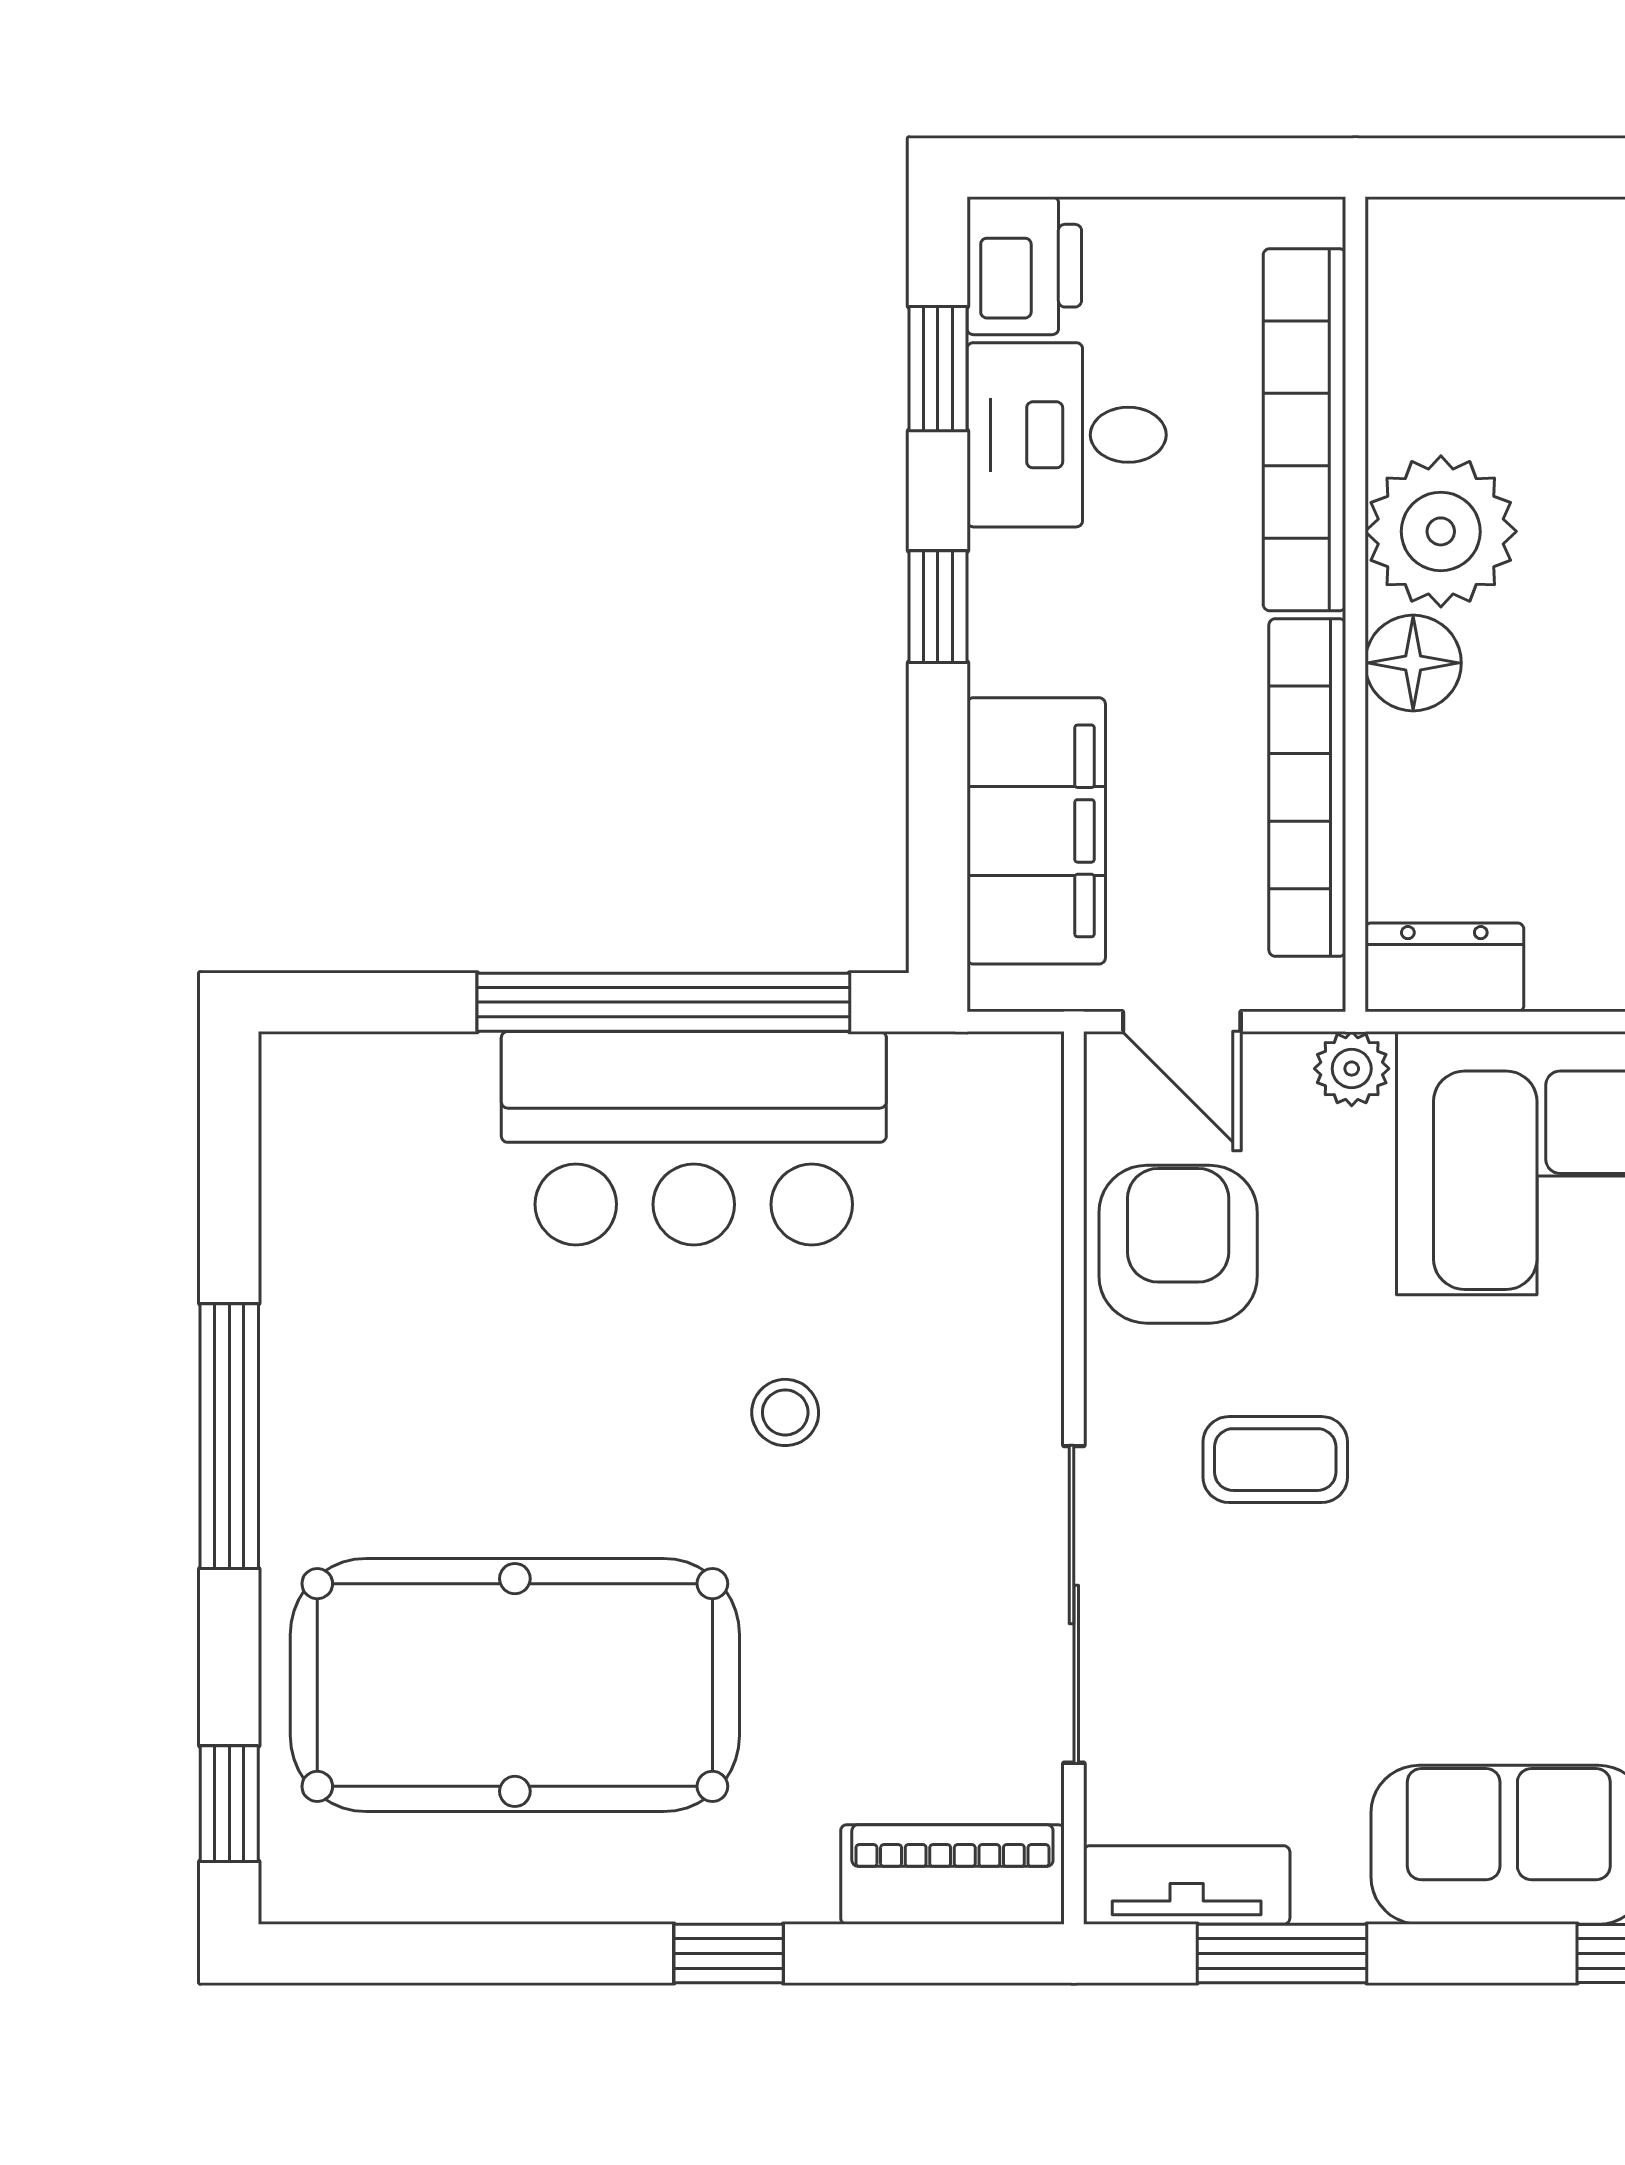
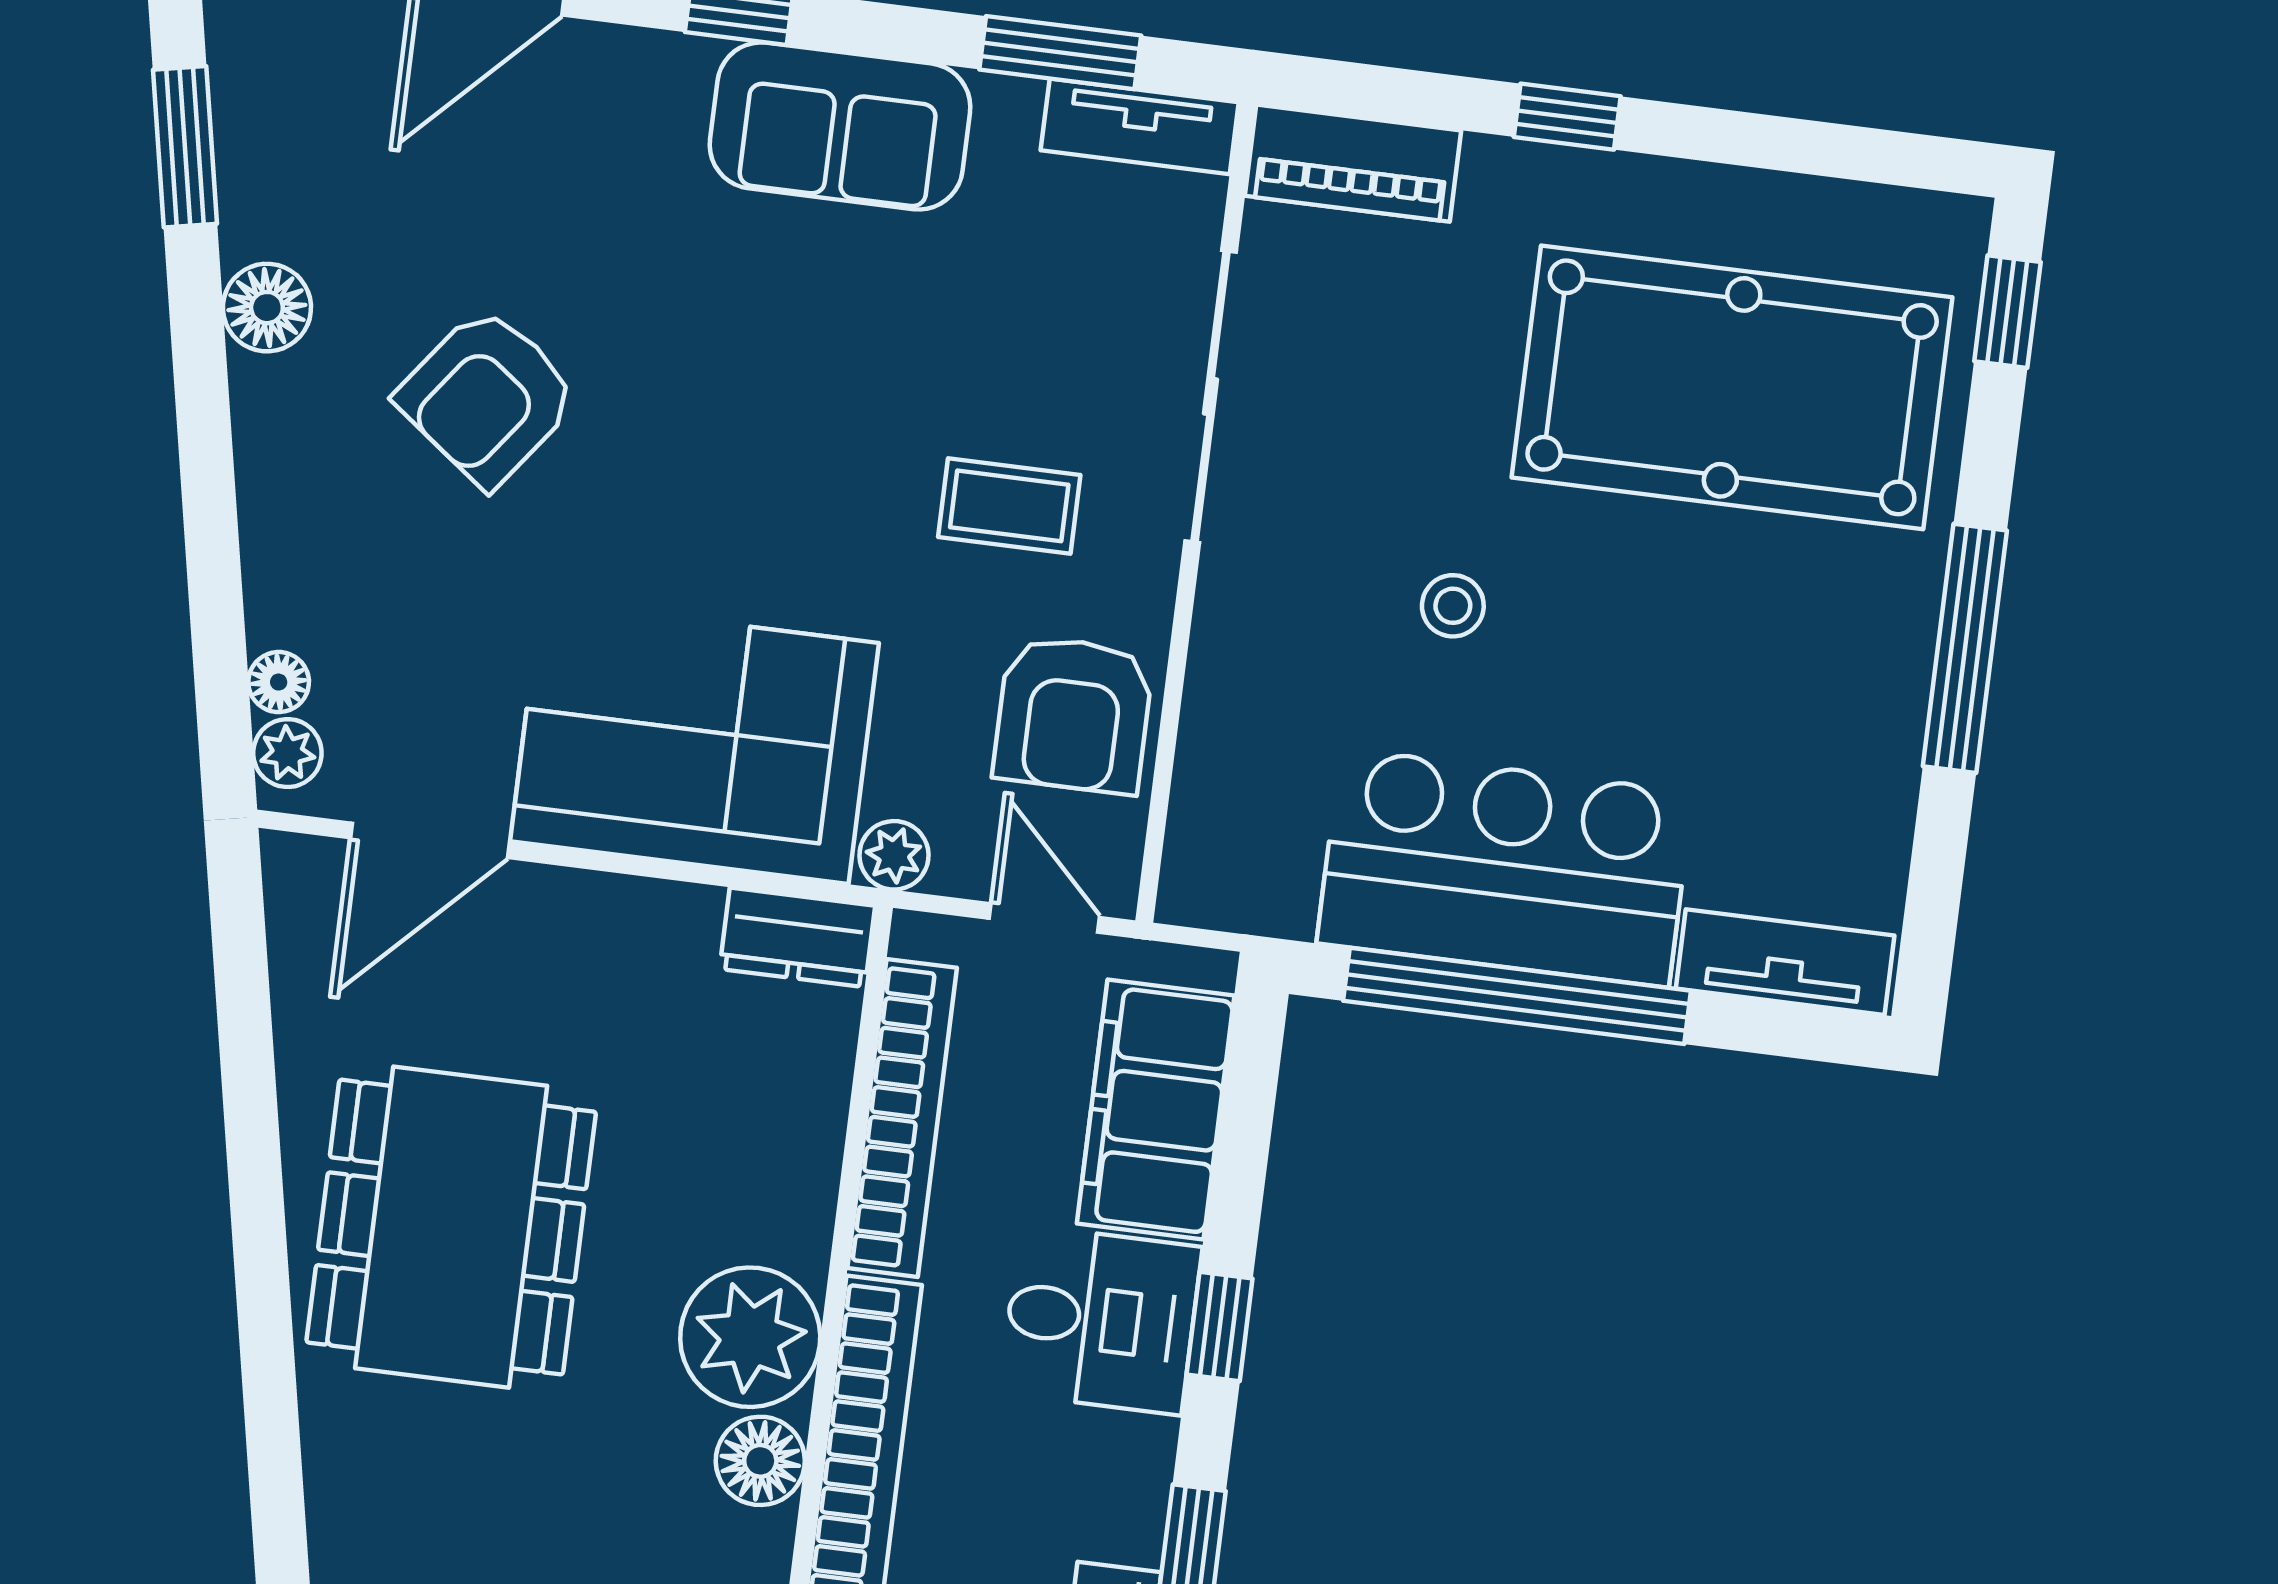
desk: (1067, 435) -> (1101, 1320), moved
floor lamp: (1413, 663) -> (760, 1461), moved
tv unit: (380, 1075) -> (1785, 962), added

